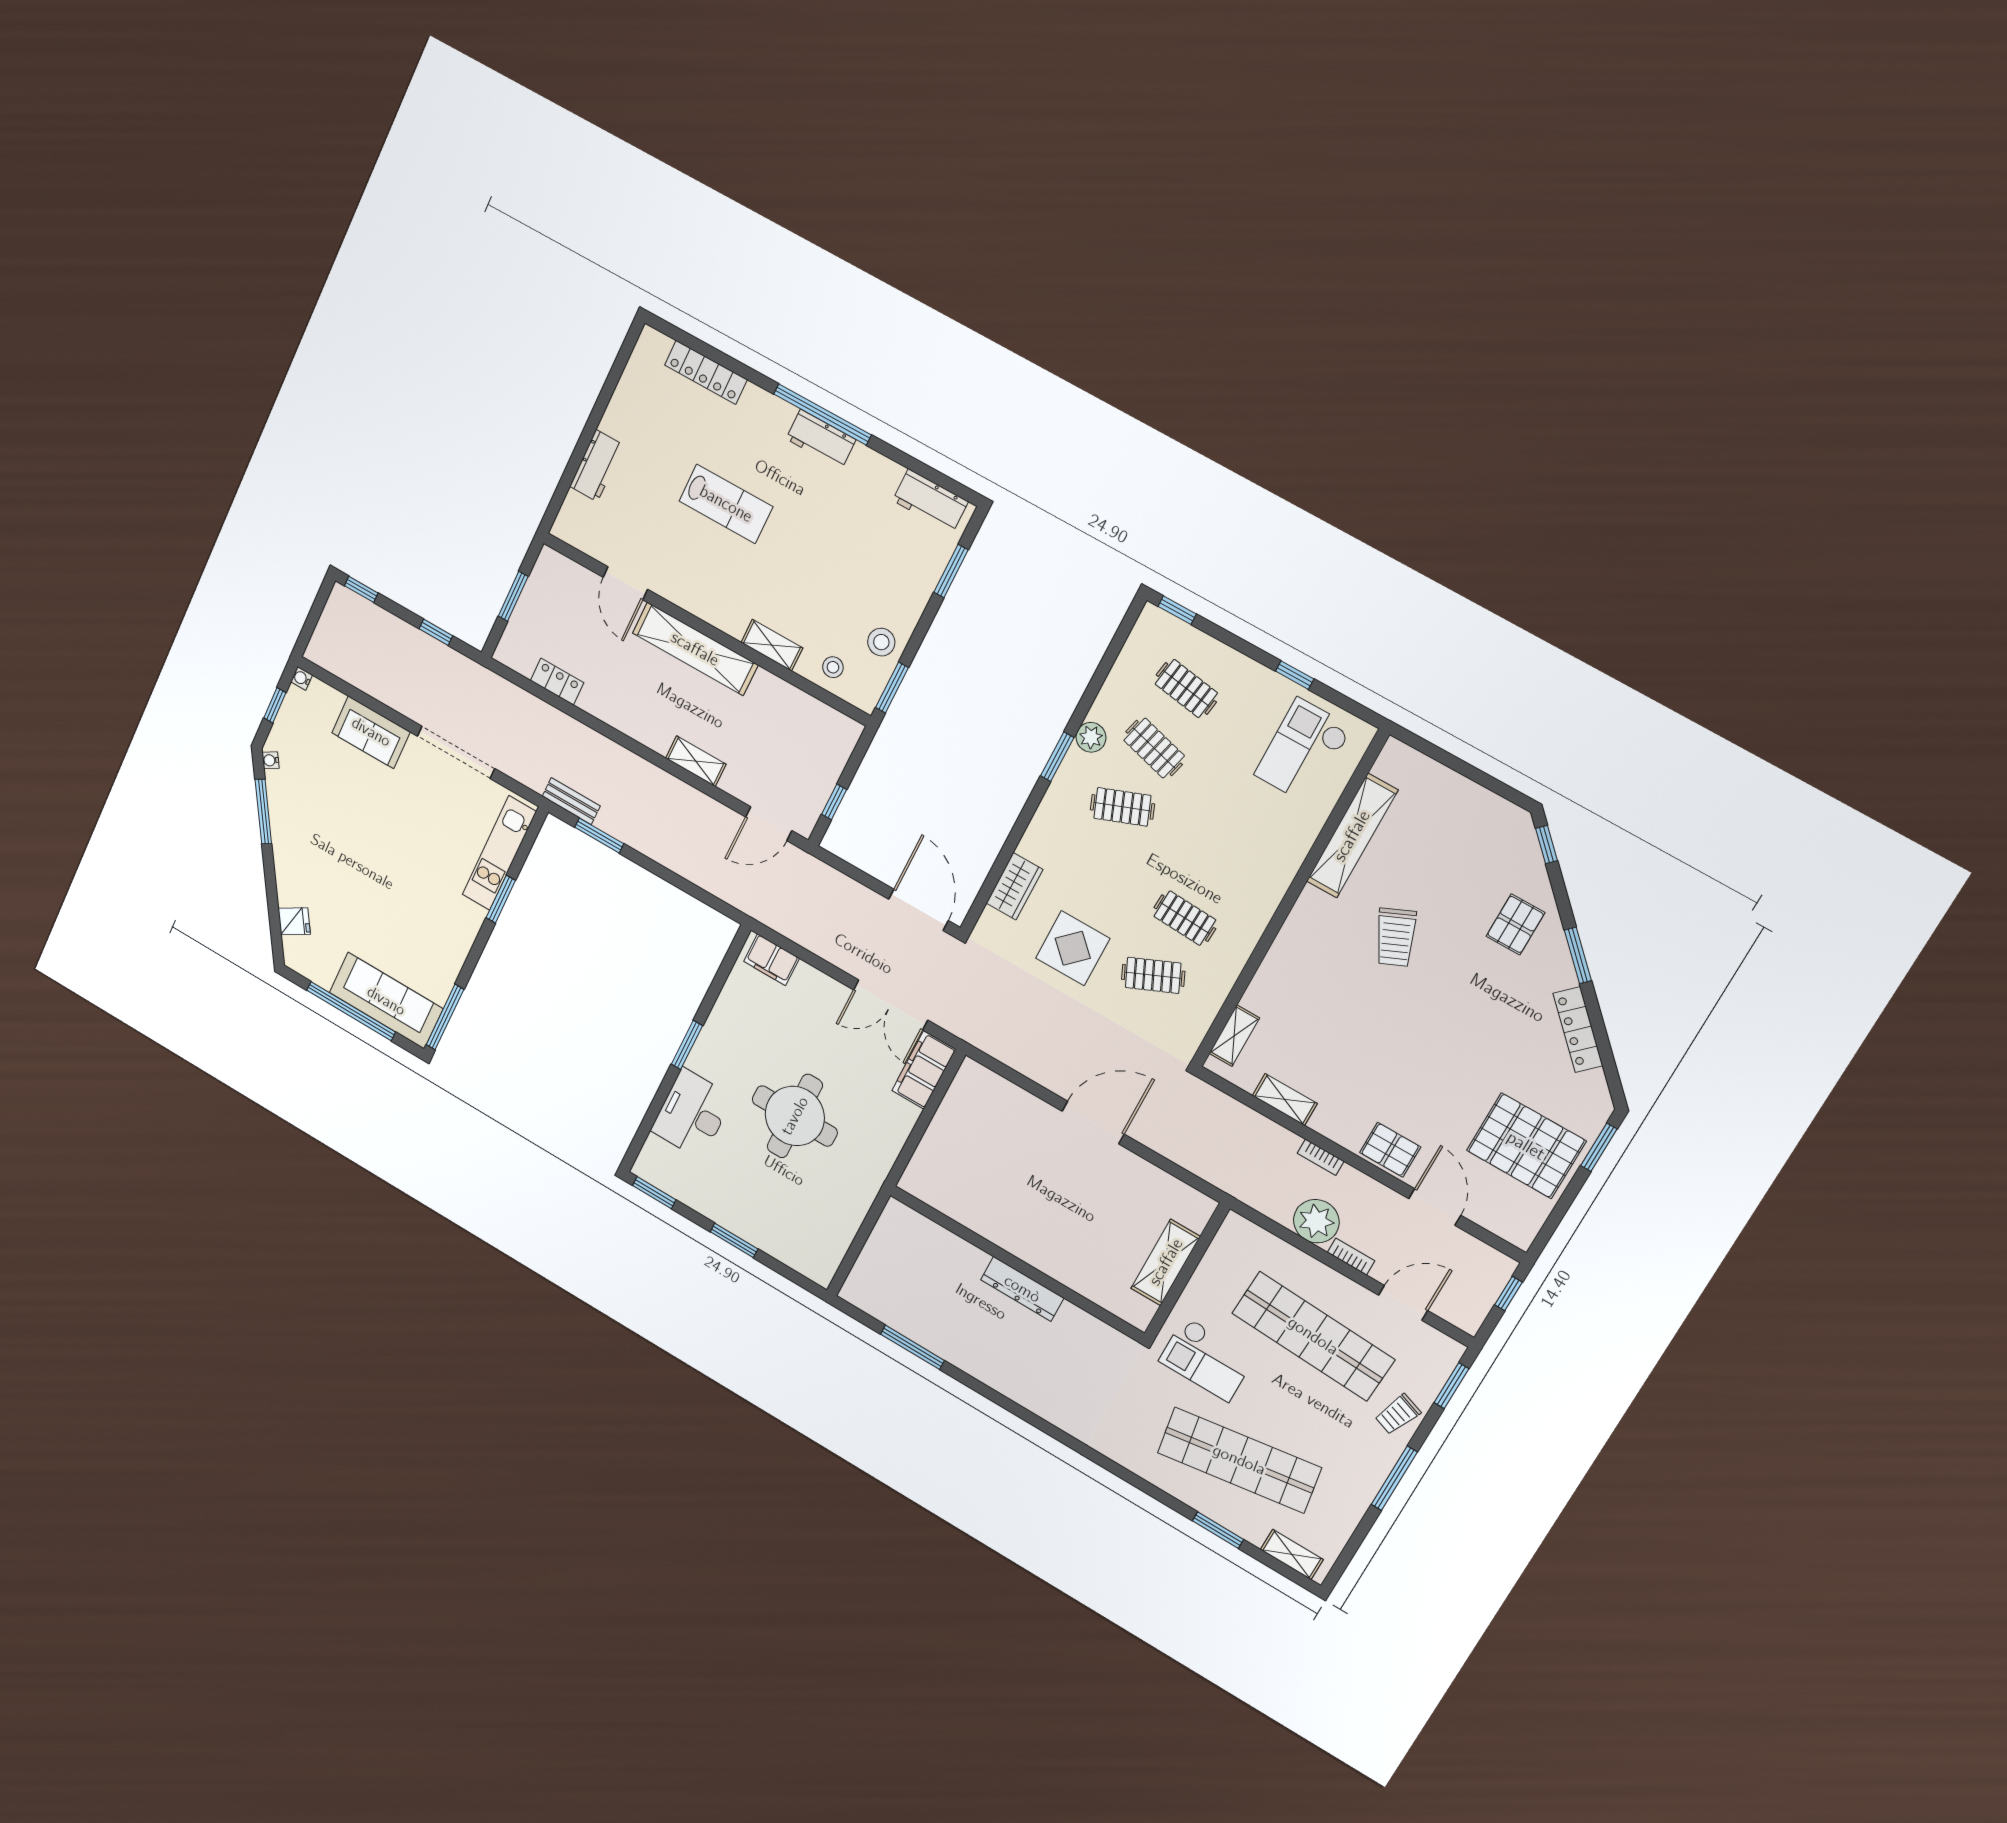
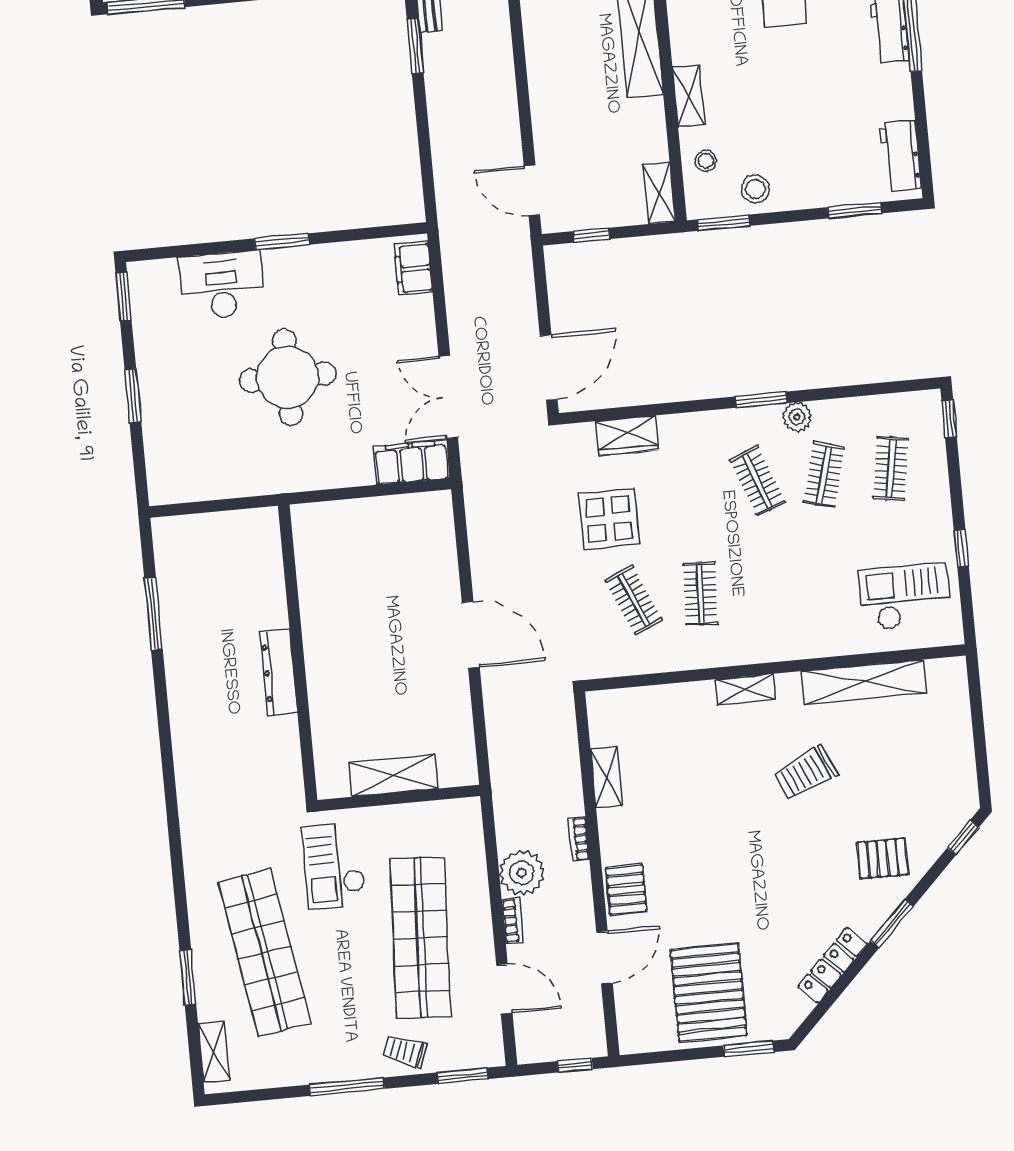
shelving: (696, 761) -> (659, 193), moved
shelving: (1234, 1036) -> (745, 689), moved

